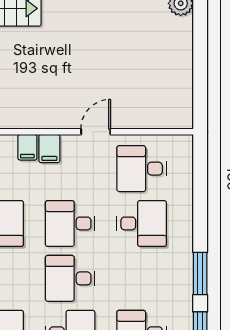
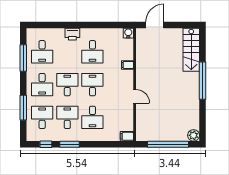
window: (200, 59) -> (168, 144), added
filing cabinet: (49, 149) -> (127, 136), moved
desk: (142, 169) -> (67, 117), moved

